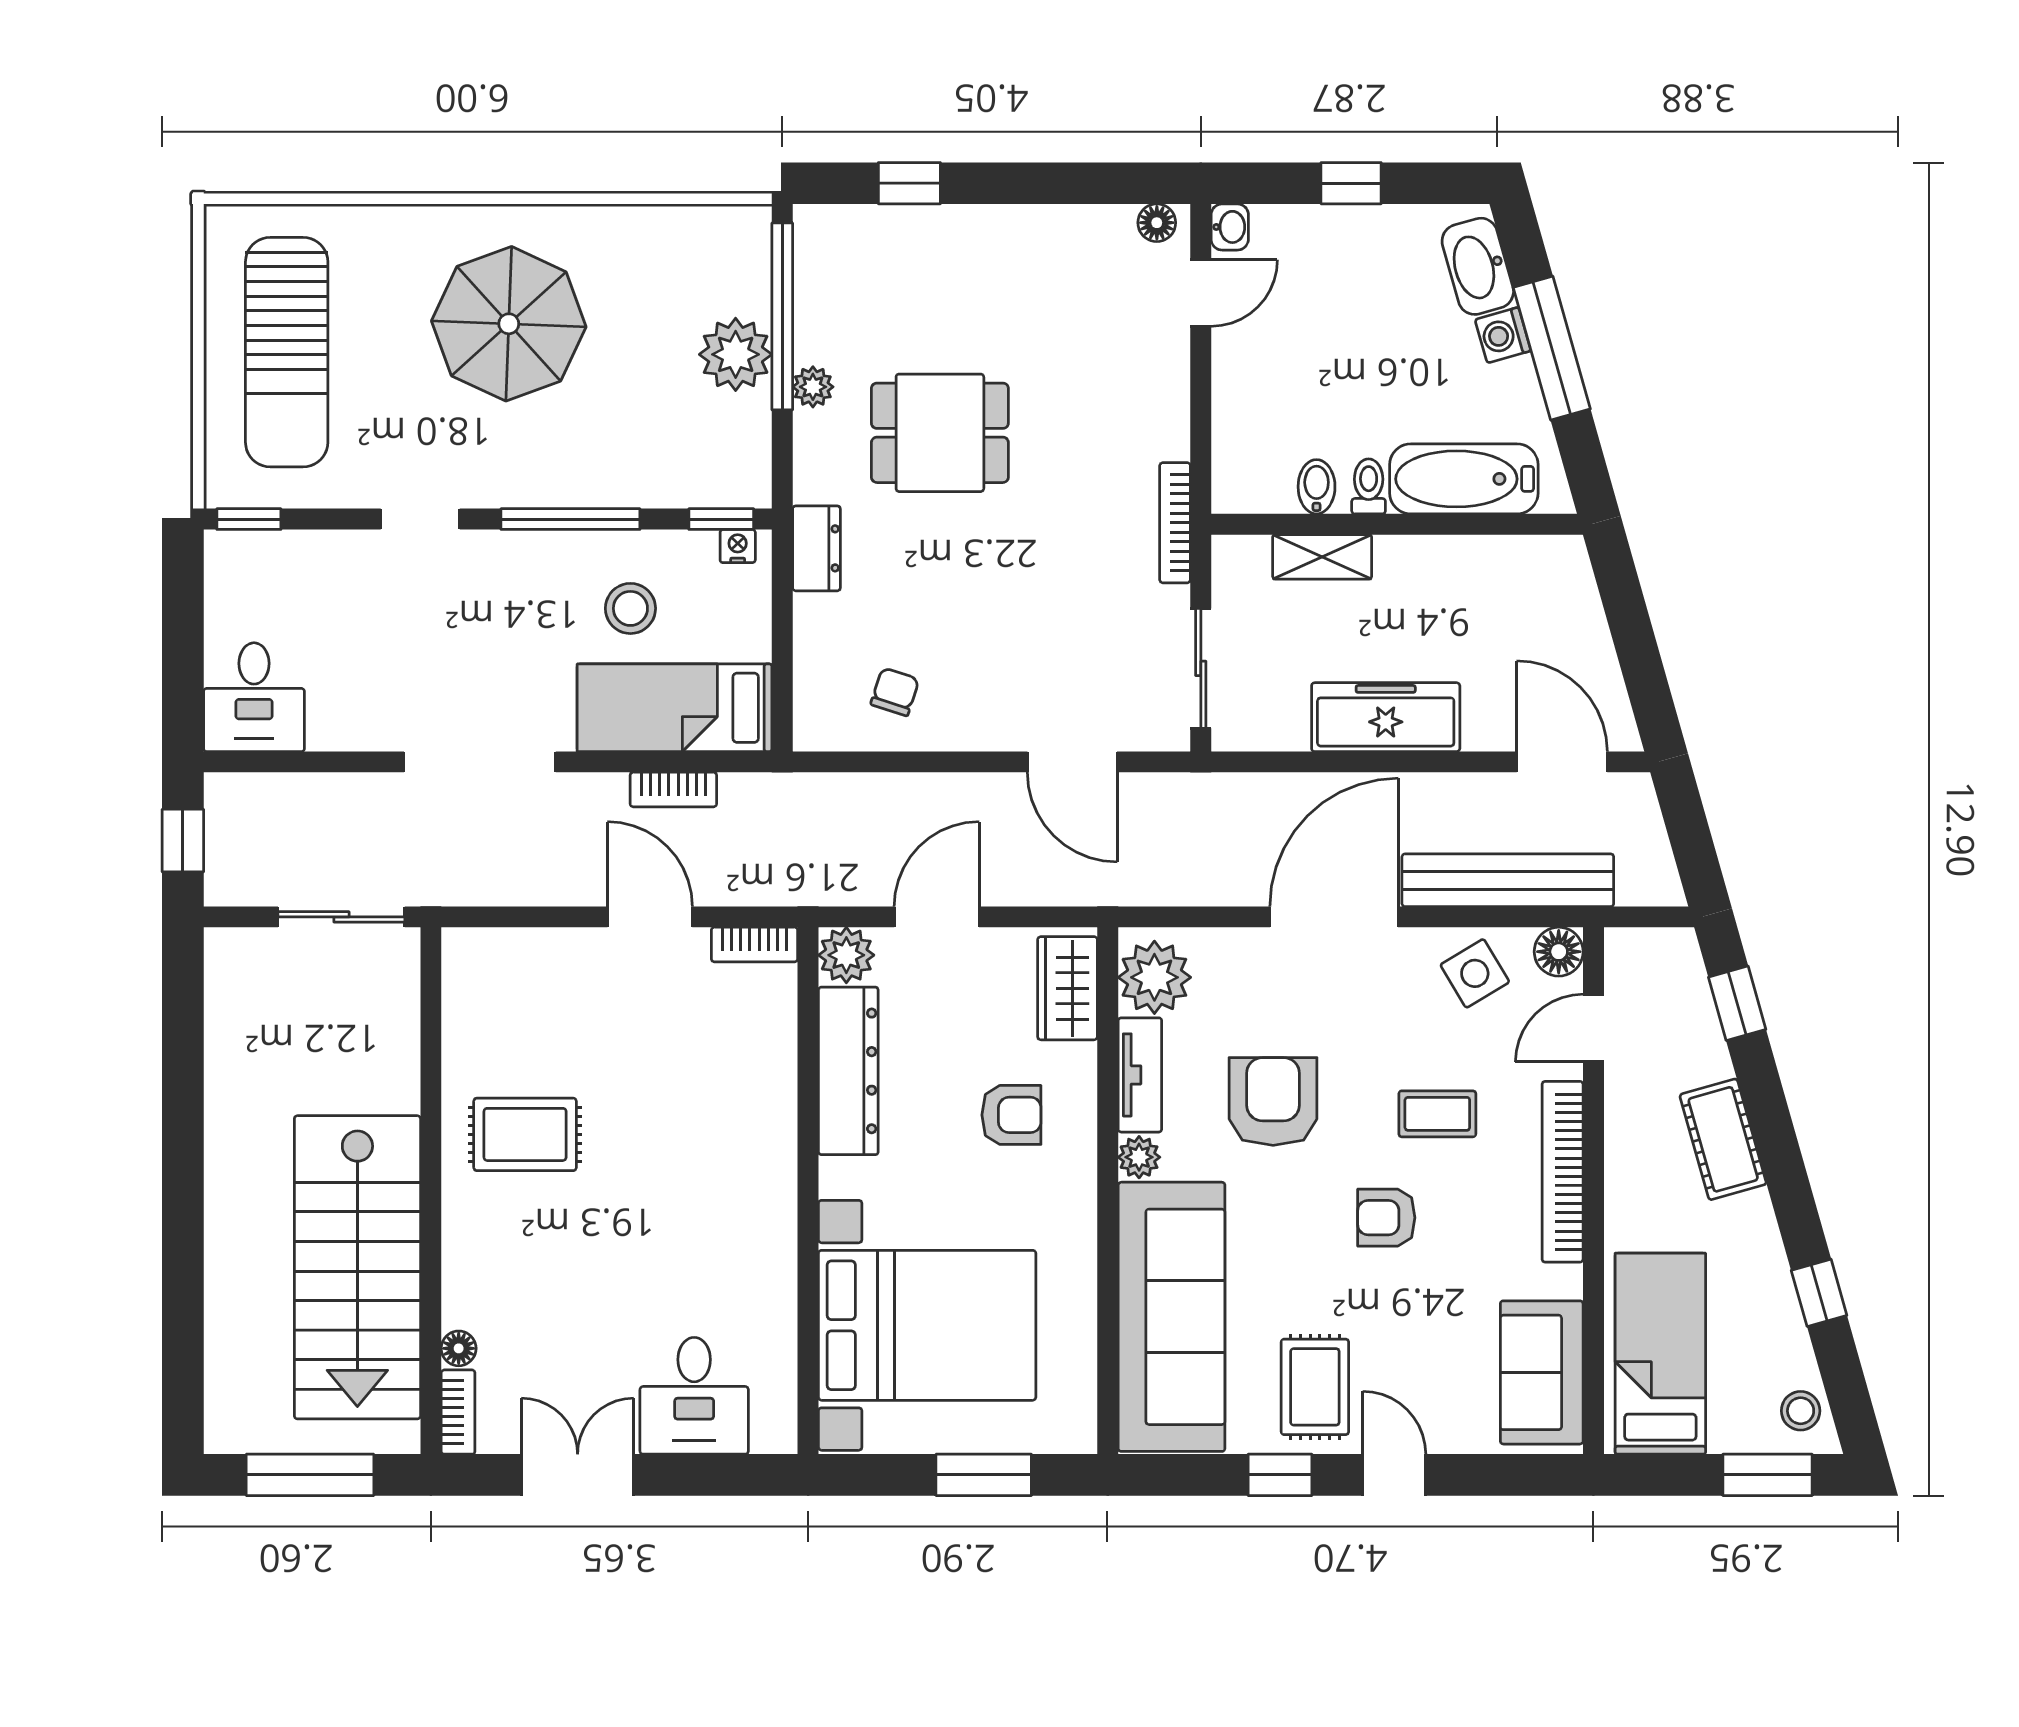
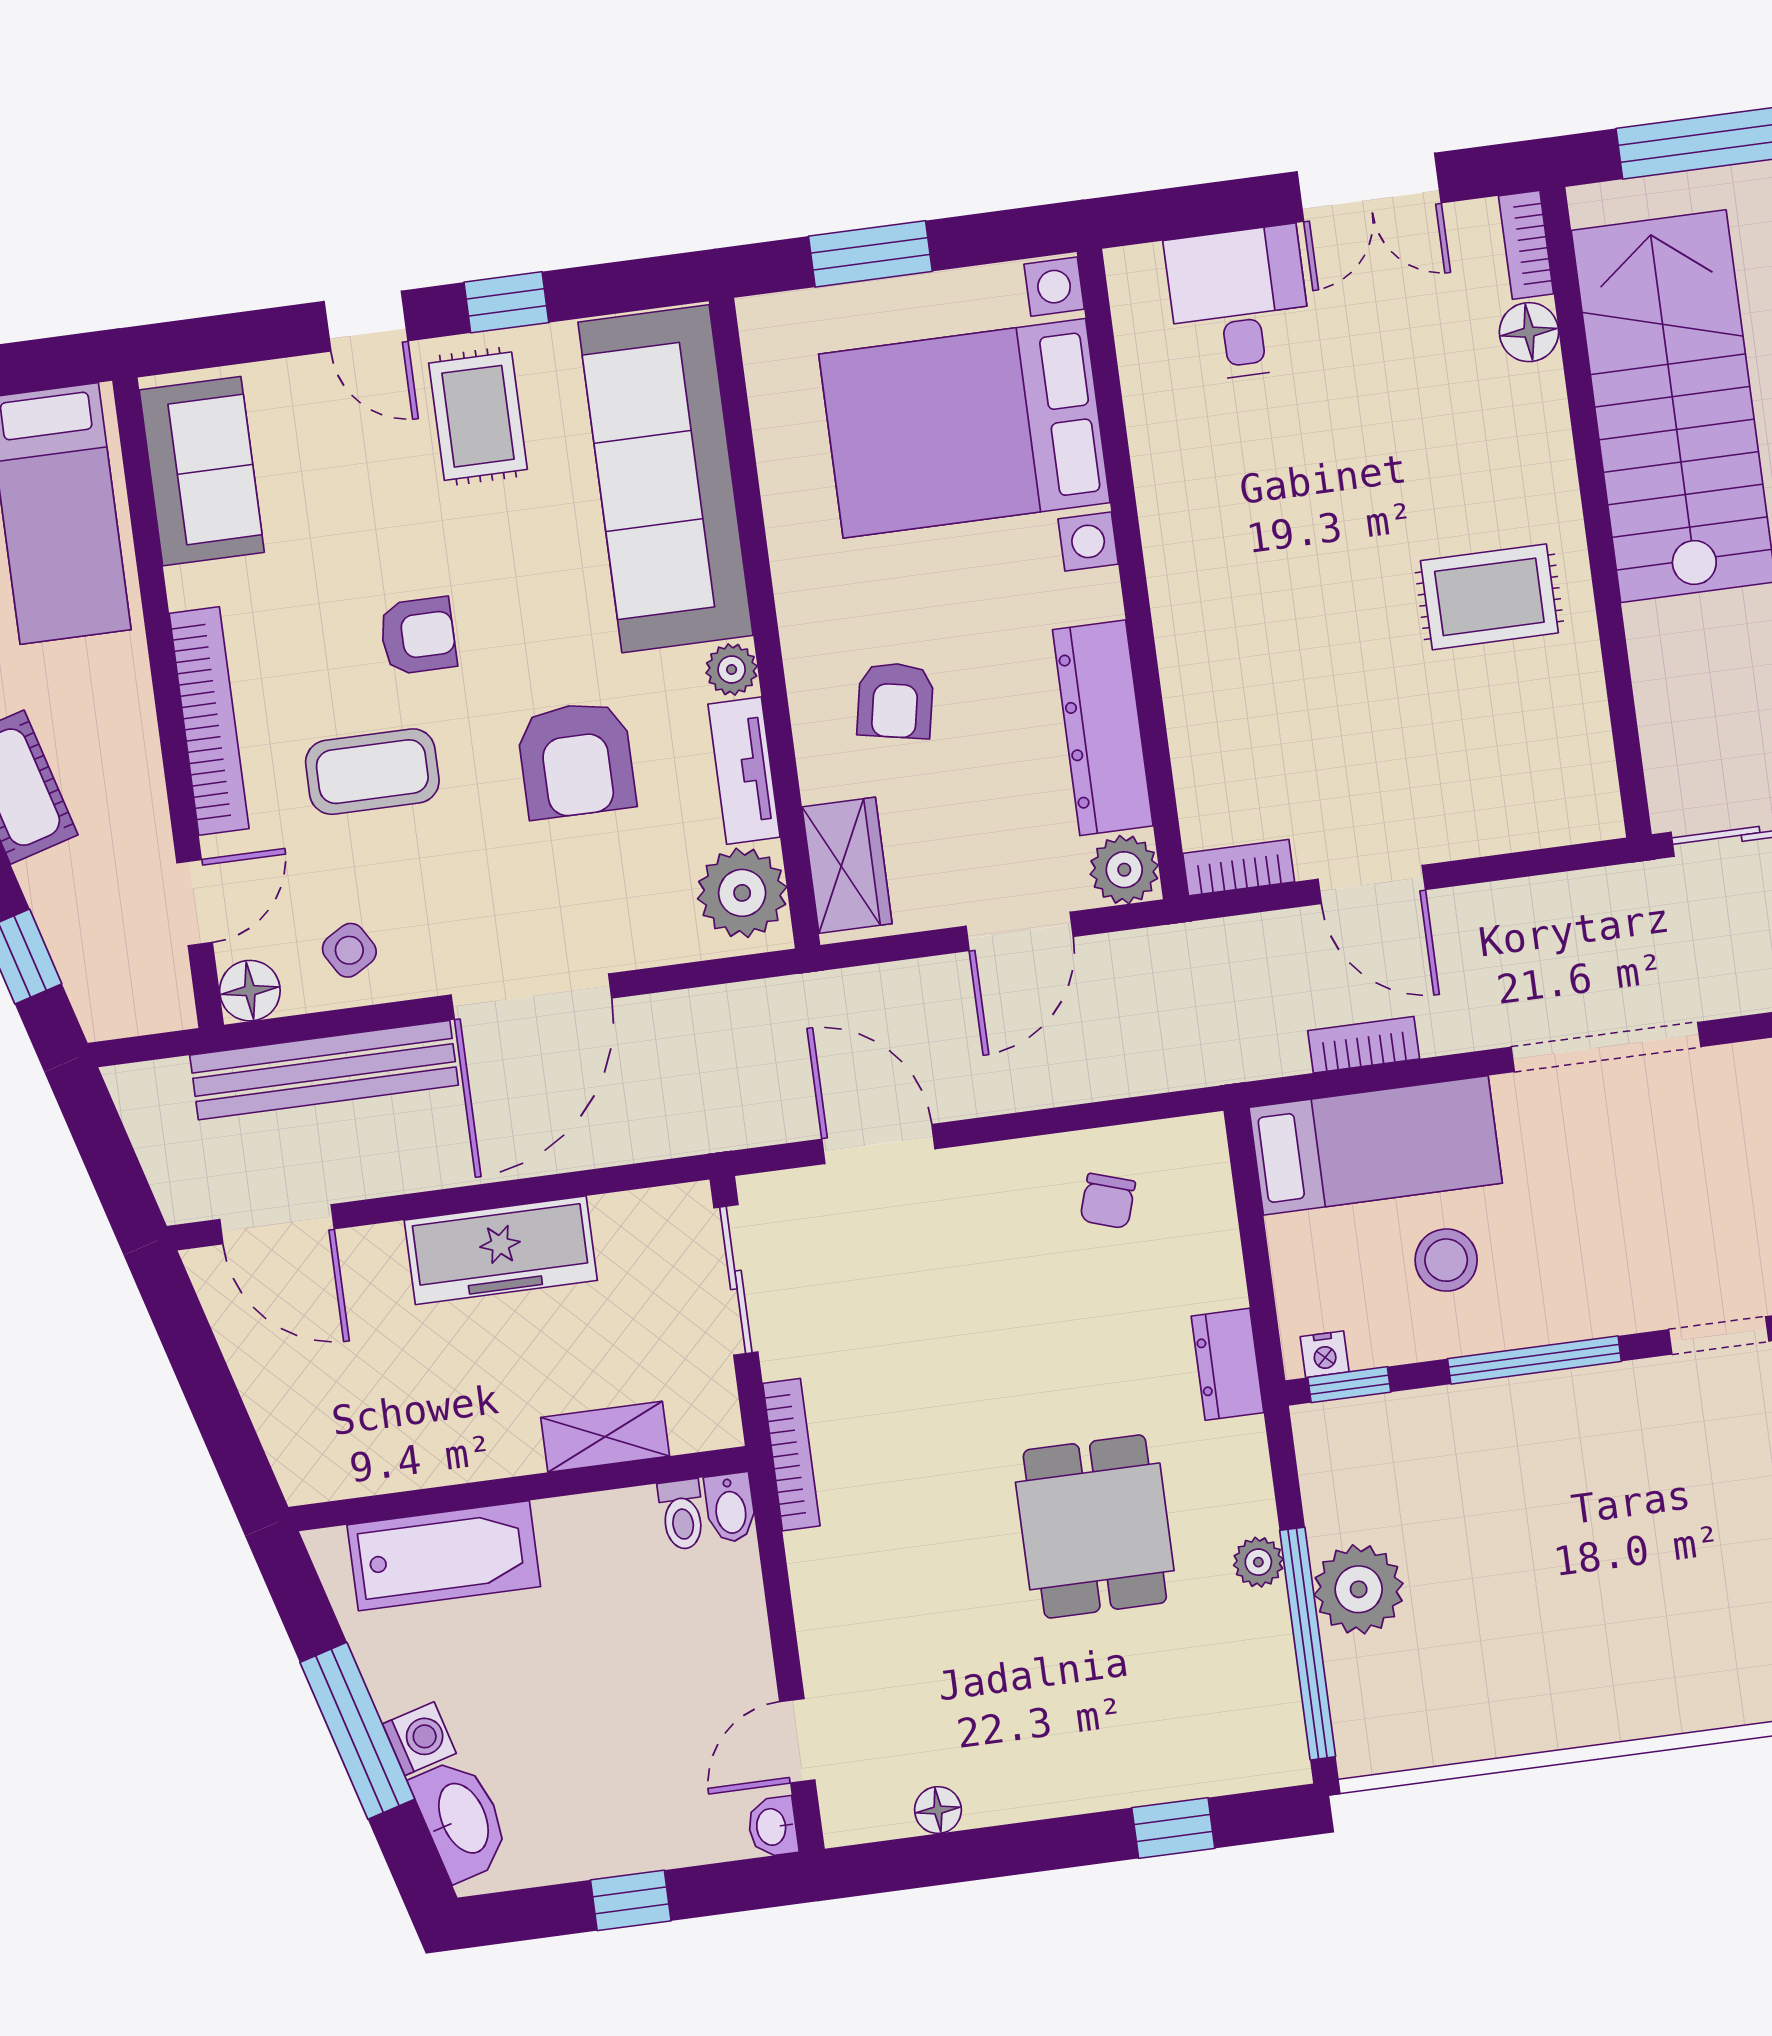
floor lamp: (1157, 223) -> (938, 1810), moved
parasol: (509, 324) -> (1642, 1590), removed
dining table: (940, 433) -> (1095, 1526), turned 90
toilet: (1369, 486) -> (682, 1515), moved
bidet: (1317, 487) -> (730, 1508), moved
side table: (1475, 973) -> (349, 950), width x0.73, depth x0.73
coffee table: (1437, 1114) -> (372, 772), width x1.36, depth x1.30
armchair: (1011, 1115) -> (895, 700), turned -79
floor lamp: (459, 1348) -> (1529, 332), width x1.37, depth x1.37

